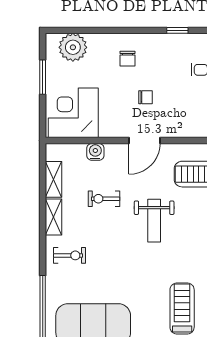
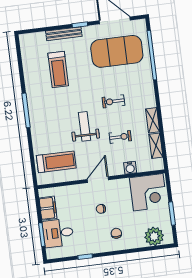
exercise bike: (70, 255) -> (113, 101), moved

